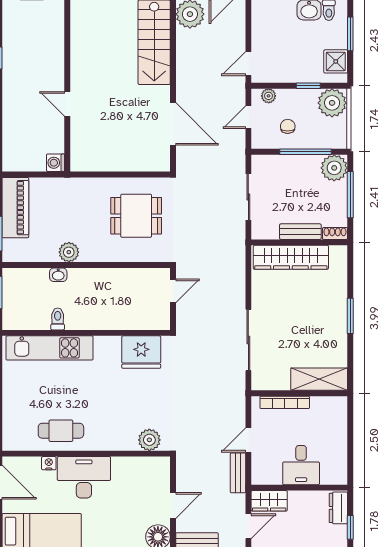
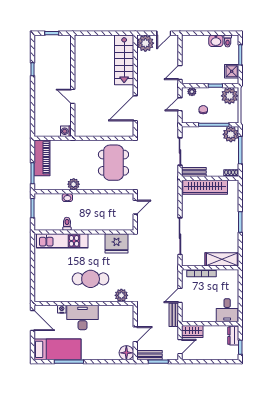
door: (173, 124) -> (135, 108), swing flipped
dining table: (136, 216) -> (113, 163), width x1.38
bench: (300, 232) -> (194, 172), moved
cafe table: (61, 431) -> (91, 279), moved, width x1.37, depth x1.35
desk: (301, 465) -> (227, 310), moved

